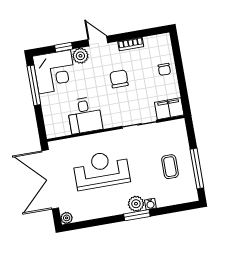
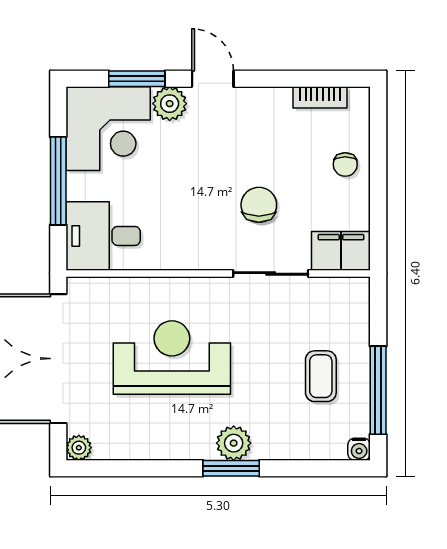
bookcase: (131, 44) -> (320, 97), moved
window: (64, 47) -> (137, 79), width x1.50
chair: (119, 79) -> (259, 205), moved
window: (34, 85) -> (58, 181), moved
desk: (85, 115) -> (103, 236), moved, turned 90
water cooler: (150, 204) -> (359, 449), moved

